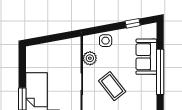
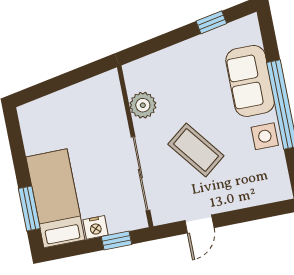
side table: (106, 41) -> (265, 136), moved

